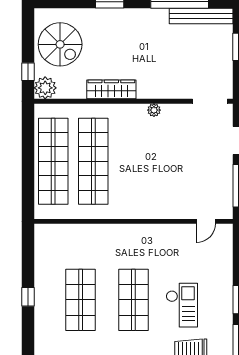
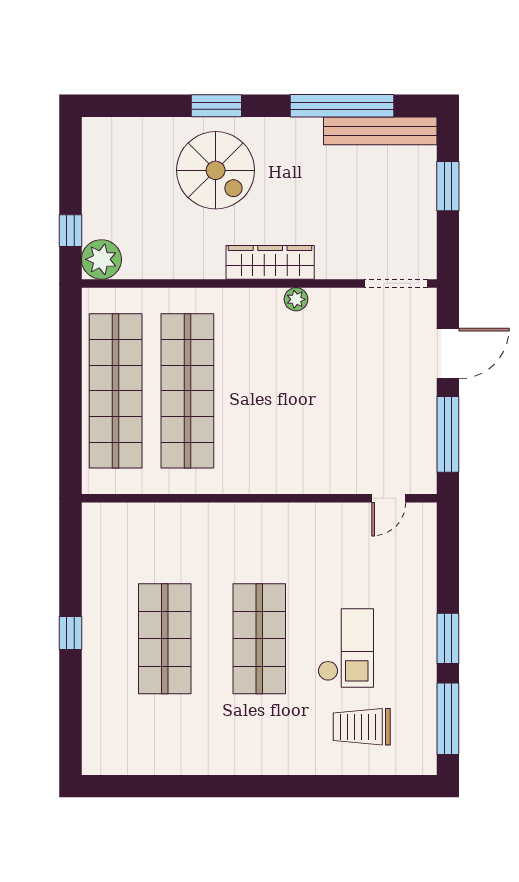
spiral stairs: (60, 44) -> (216, 170), moved
wardrobe: (111, 89) -> (270, 262), moved

